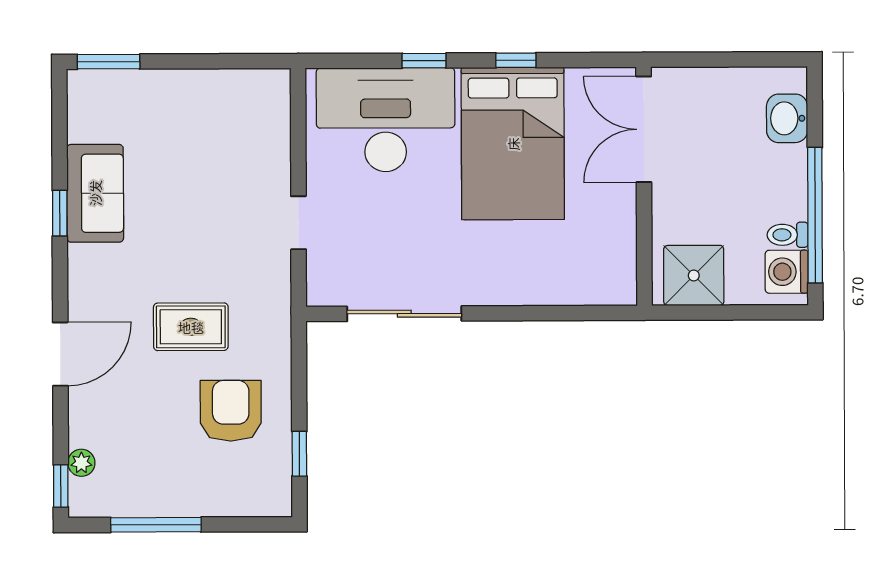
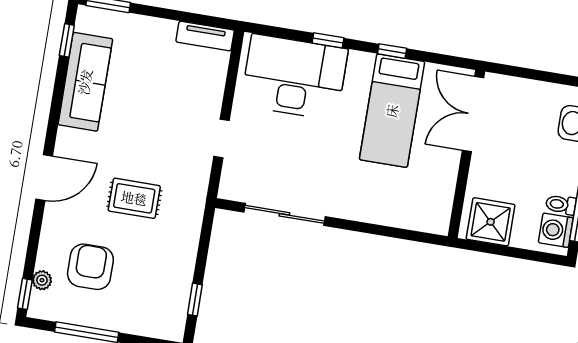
tv unit: (251, 83) -> (205, 36), added
bed: (513, 144) -> (392, 111), width x0.67
sofa: (95, 193) -> (85, 82), width x1.36
window: (60, 213) -> (67, 40), moved
door: (60, 354) -> (44, 178), moved
armchair: (231, 411) -> (90, 267), moved

